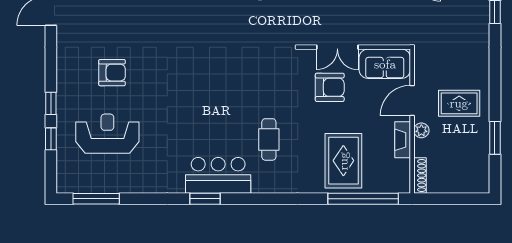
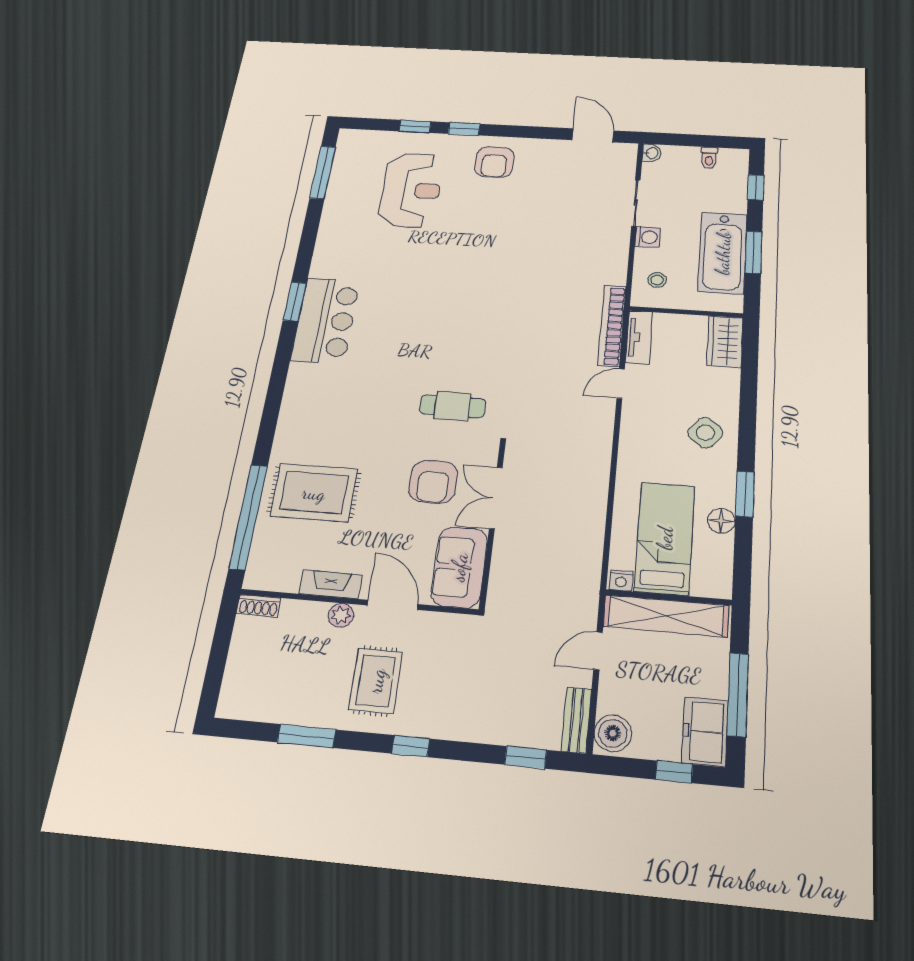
armchair: (112, 73) -> (494, 162), moved
window: (495, 77) -> (411, 746), added
cafe table: (269, 139) -> (453, 406), moved
shoe rack: (420, 175) -> (259, 606), width x0.70

